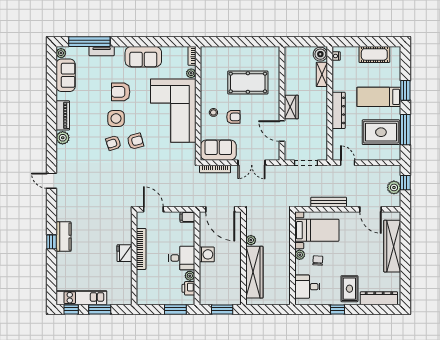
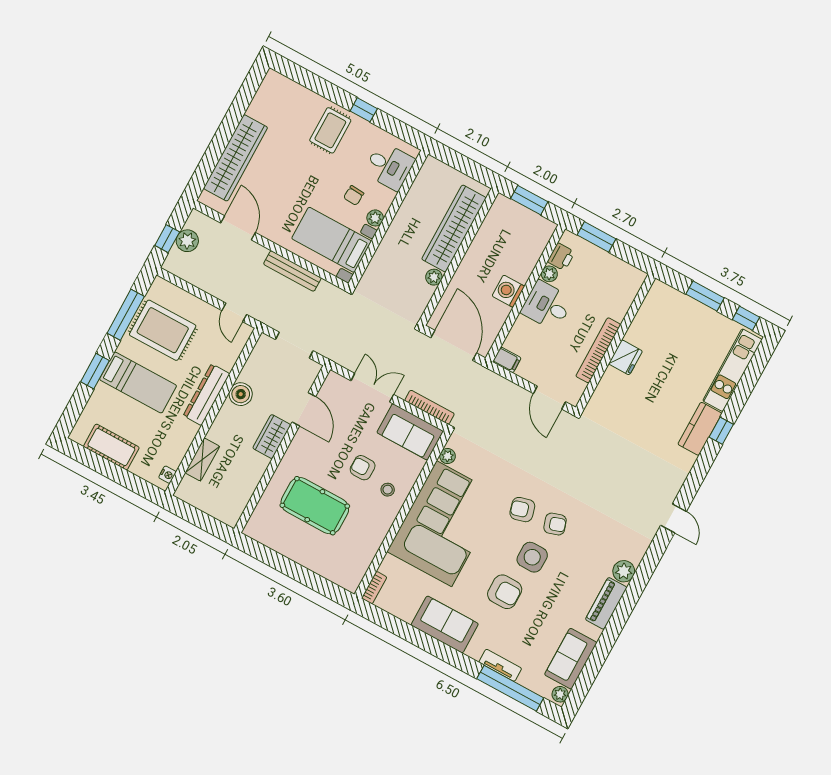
boiler: (320, 54) -> (241, 394), moved
plant: (191, 73) -> (448, 456), moved
kitchen unit: (81, 298) -> (732, 370), moved, turned 90
dresser: (379, 298) -> (295, 94), removed

